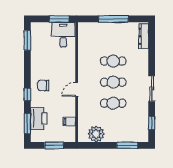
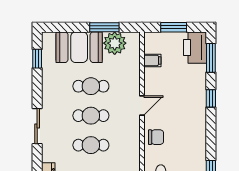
chair: (43, 85) -> (156, 137), moved
sliding door: (152, 89) -> (37, 126), moved
printer: (39, 119) -> (195, 48), moved
booth: (122, 131) -> (79, 47), added
window: (127, 145) -> (104, 27), moved

